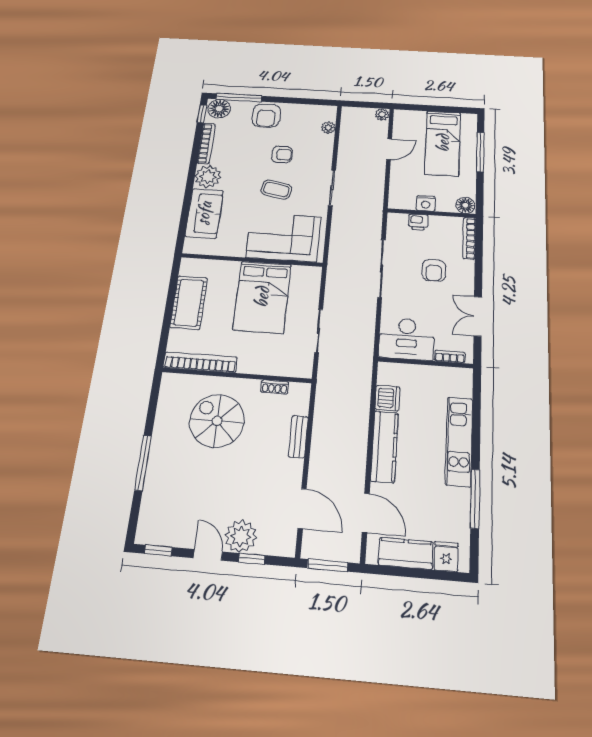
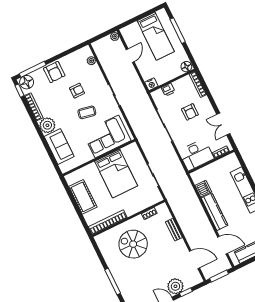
nightstand: (426, 203) -> (151, 84), moved

